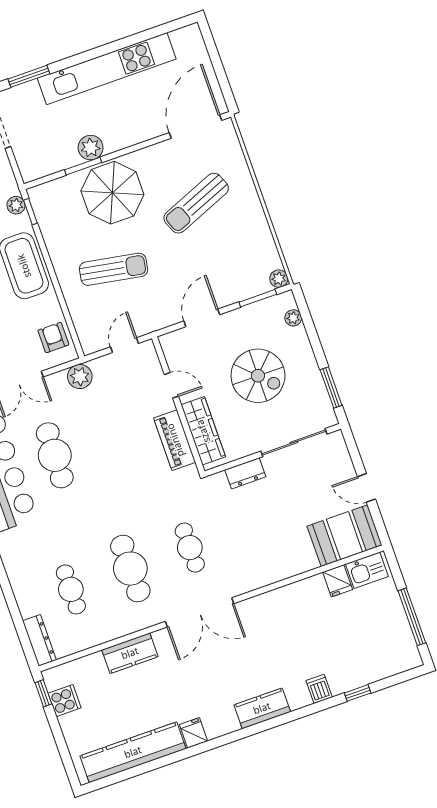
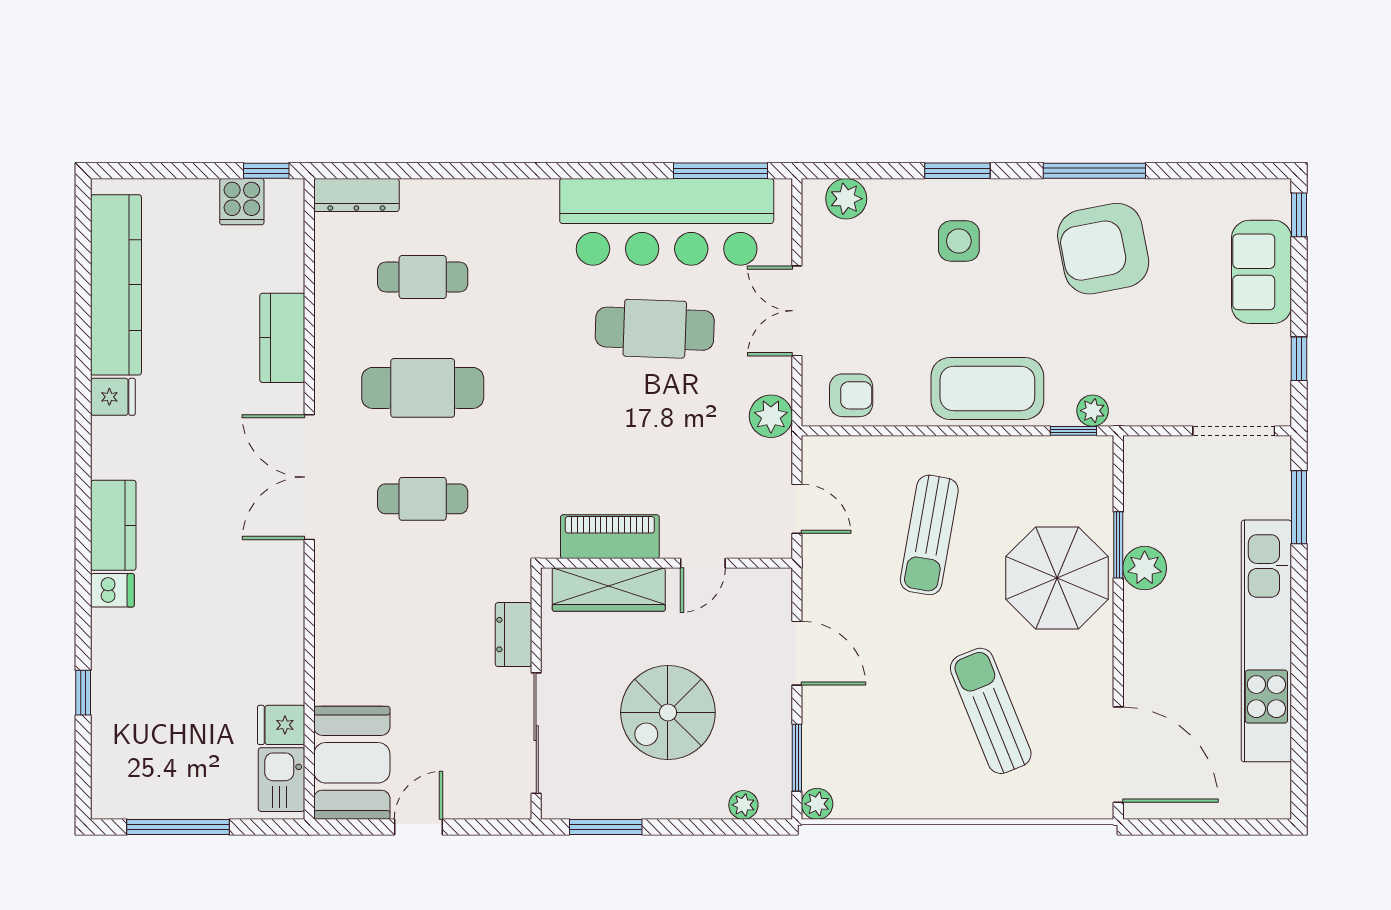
dishwasher: (319, 689) -> (112, 590), moved

